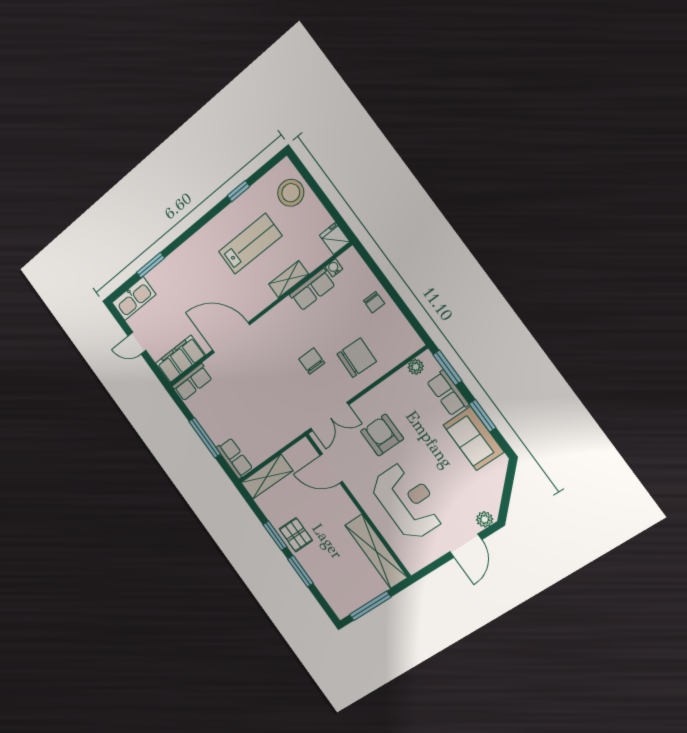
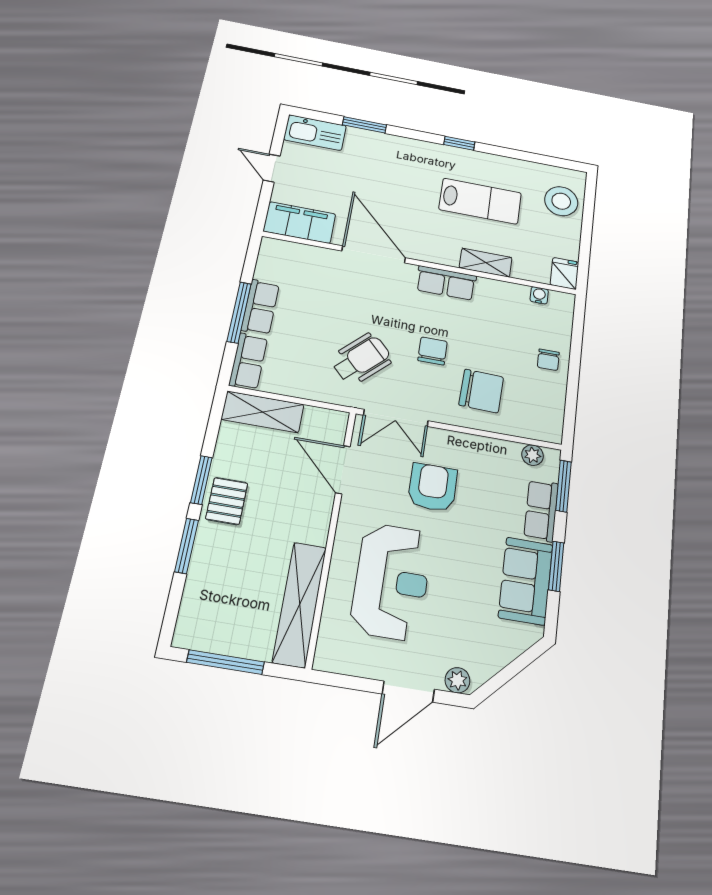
window: (239, 191) -> (459, 143), moved
row of seats: (312, 290) -> (446, 283), moved
row of seats: (192, 382) -> (260, 307), moved, turned -90
wheelchair: (283, 402) -> (361, 359), added

